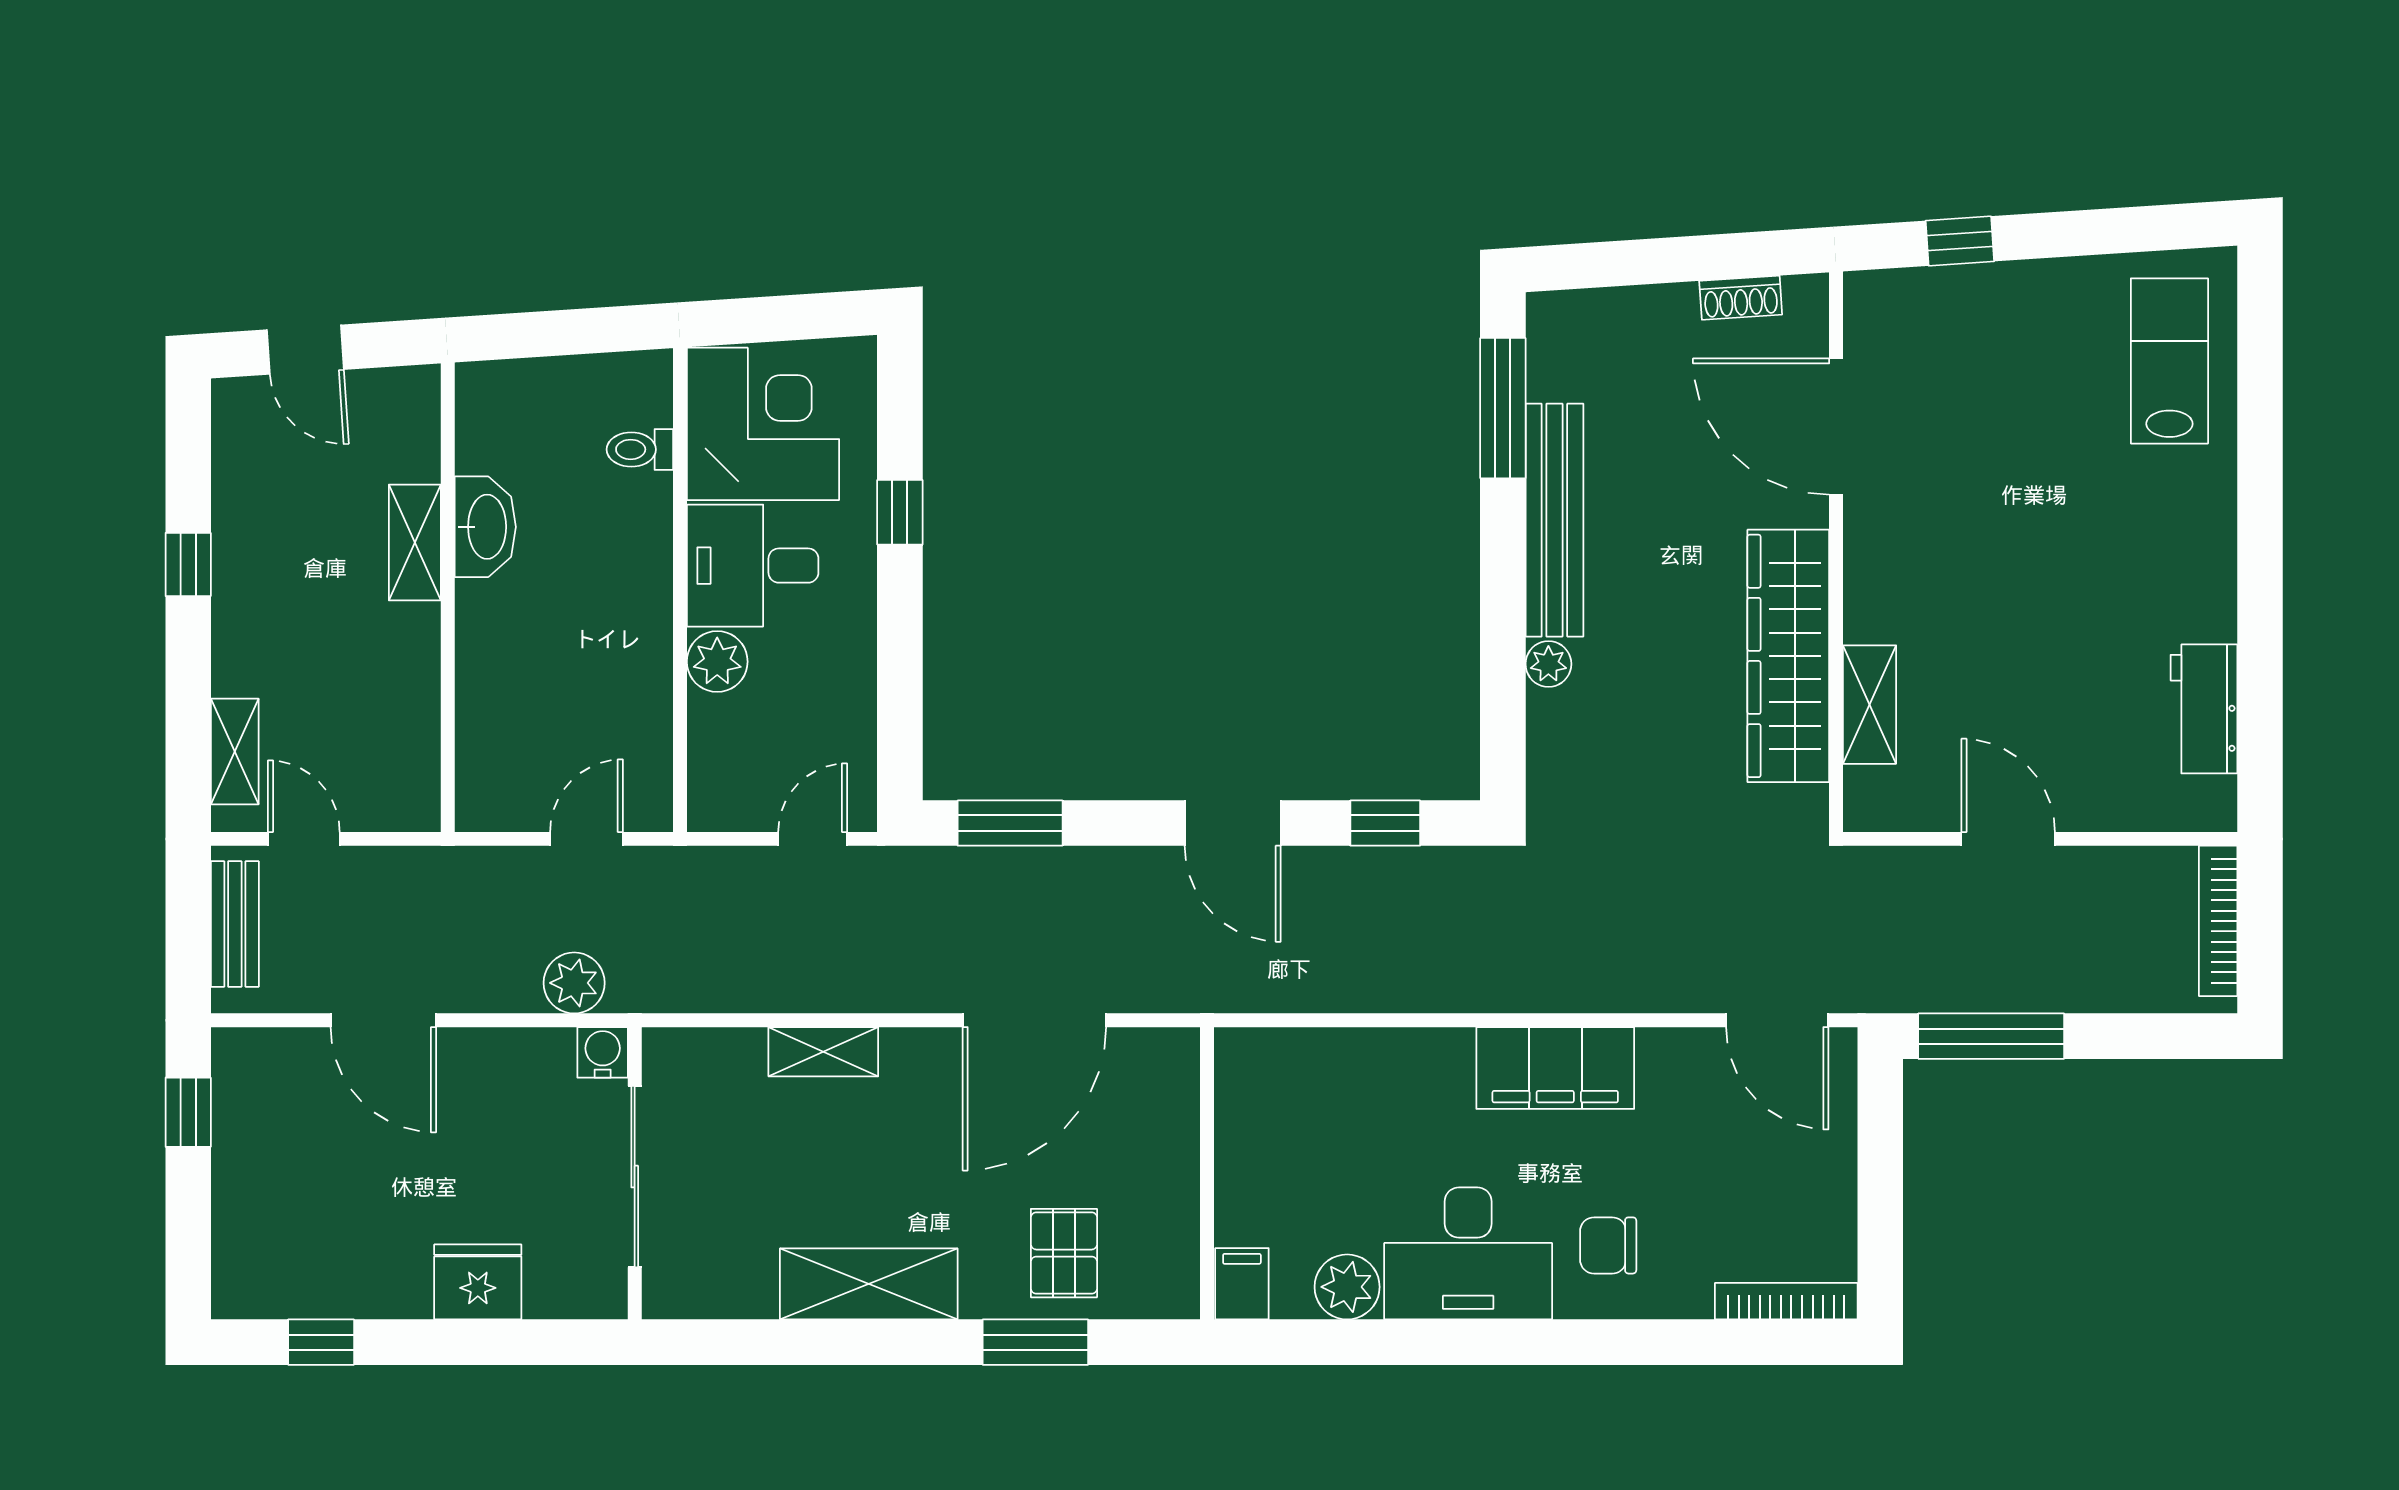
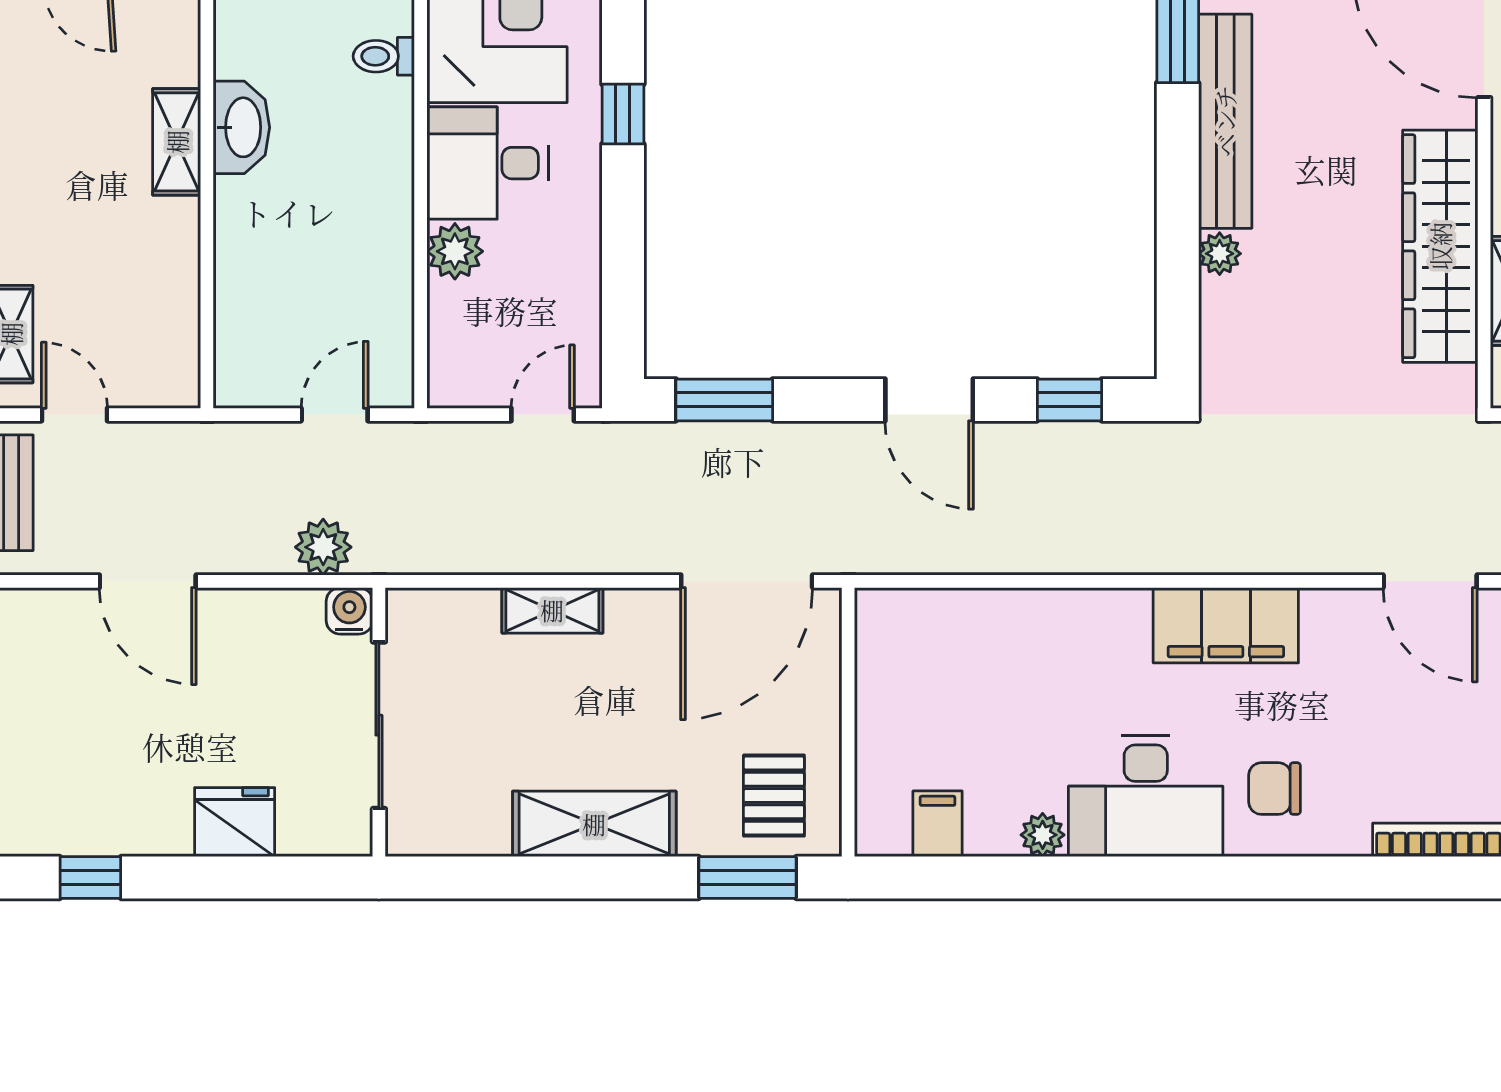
wall: (1207, 1173) -> (848, 722), moved
plant: (1347, 1287) -> (1043, 835), width x0.73, depth x0.73

